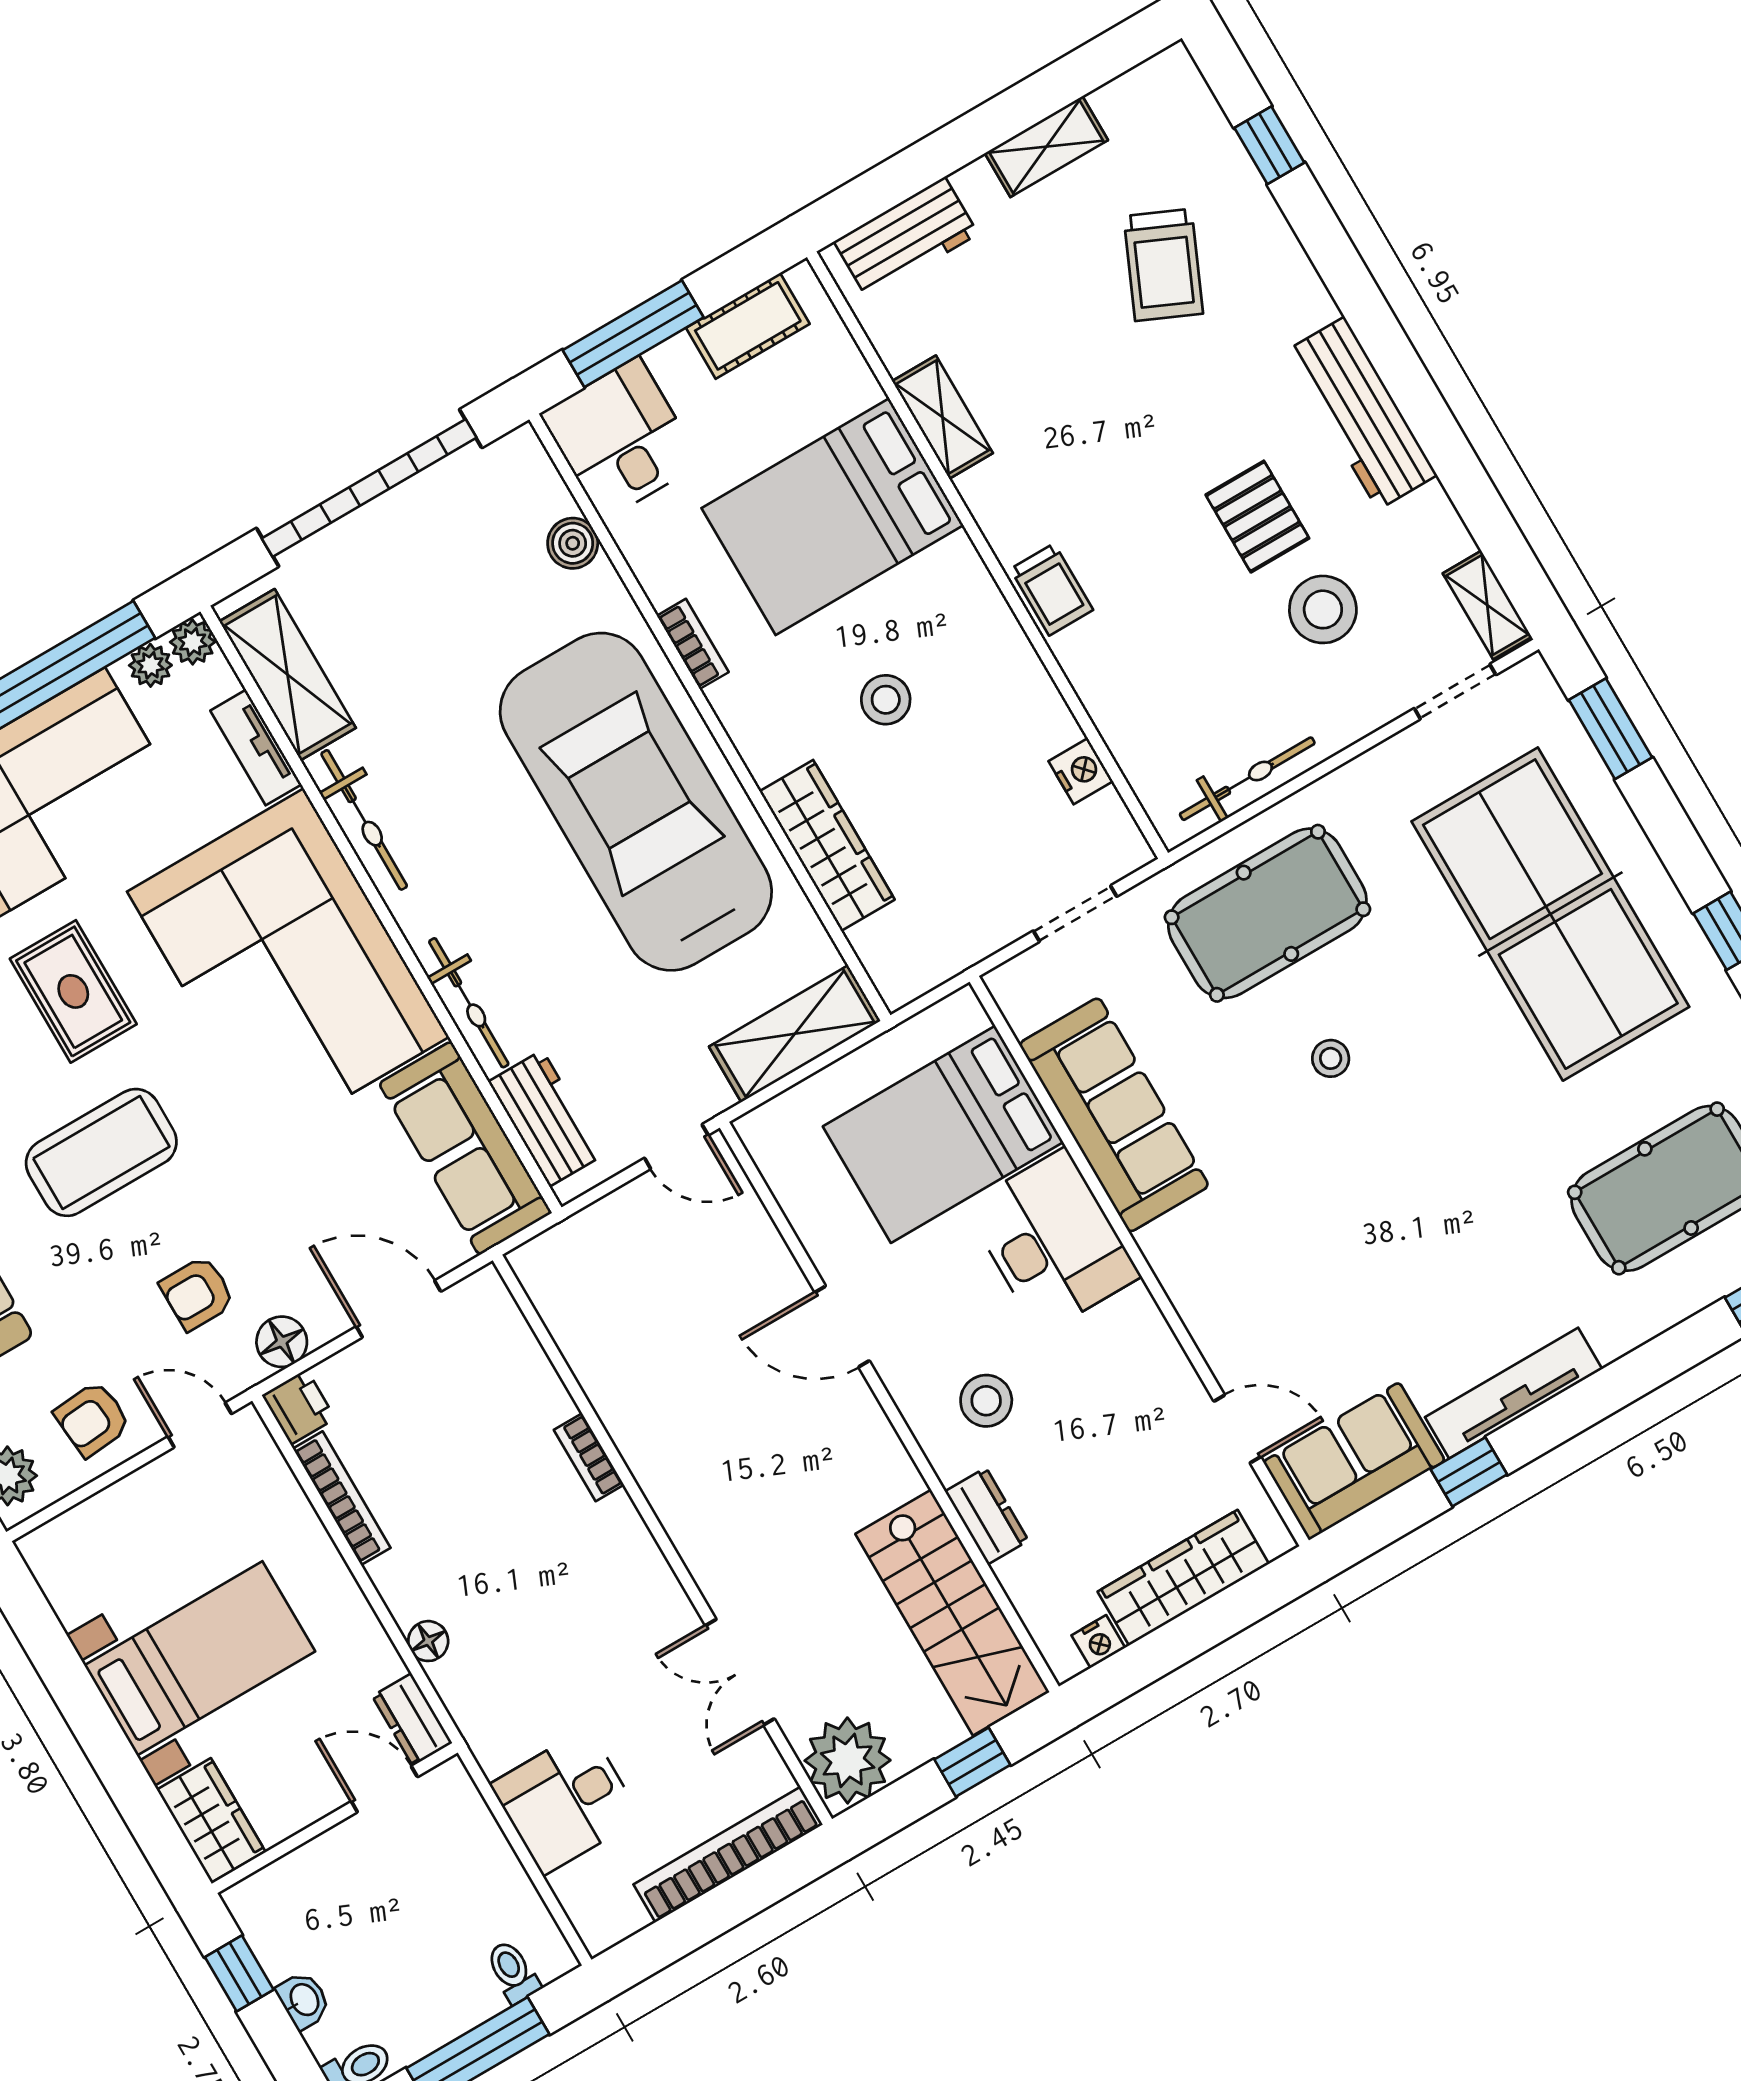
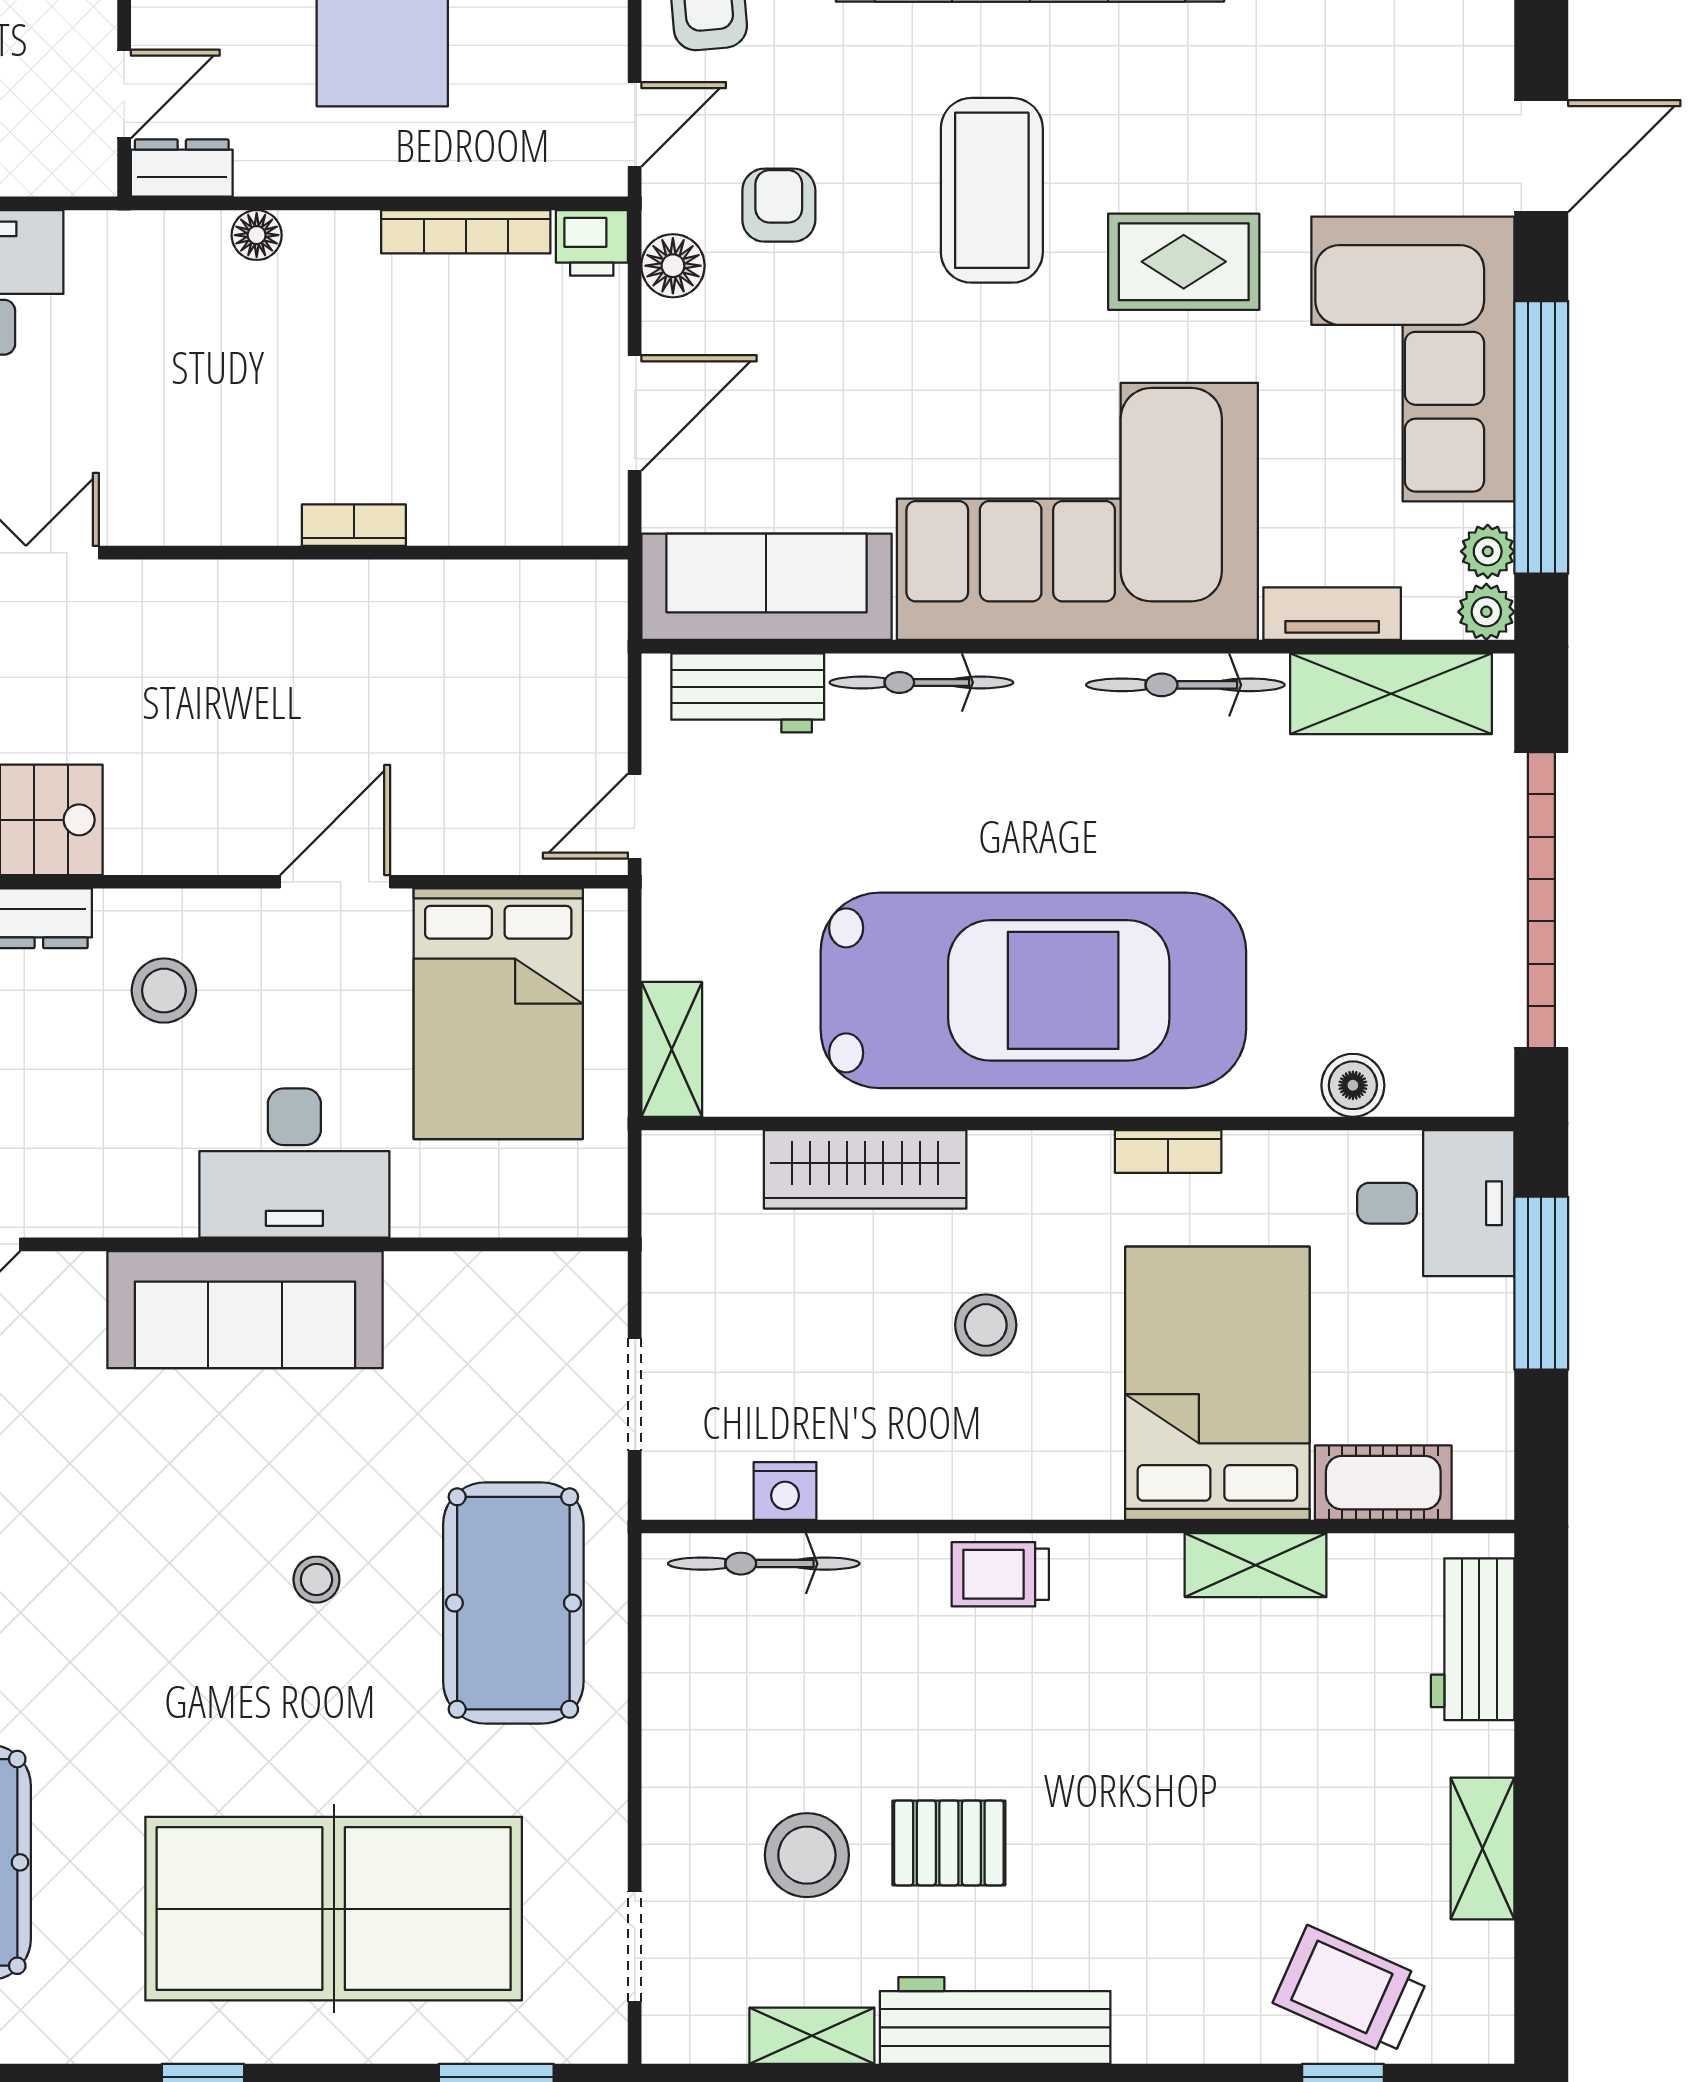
trolley: (1163, 265) -> (1350, 1991), moved
cot: (748, 326) -> (1383, 1483), moved, turned 90
shelving: (1487, 605) -> (812, 2036), moved
bicycle: (1247, 779) -> (764, 1564), moved, turned 90
shelving: (795, 1034) -> (672, 1049), width x0.67, depth x0.75
sofa: (1114, 1115) -> (245, 1310), moved
bed: (943, 1134) -> (498, 1014), moved, turned 180

